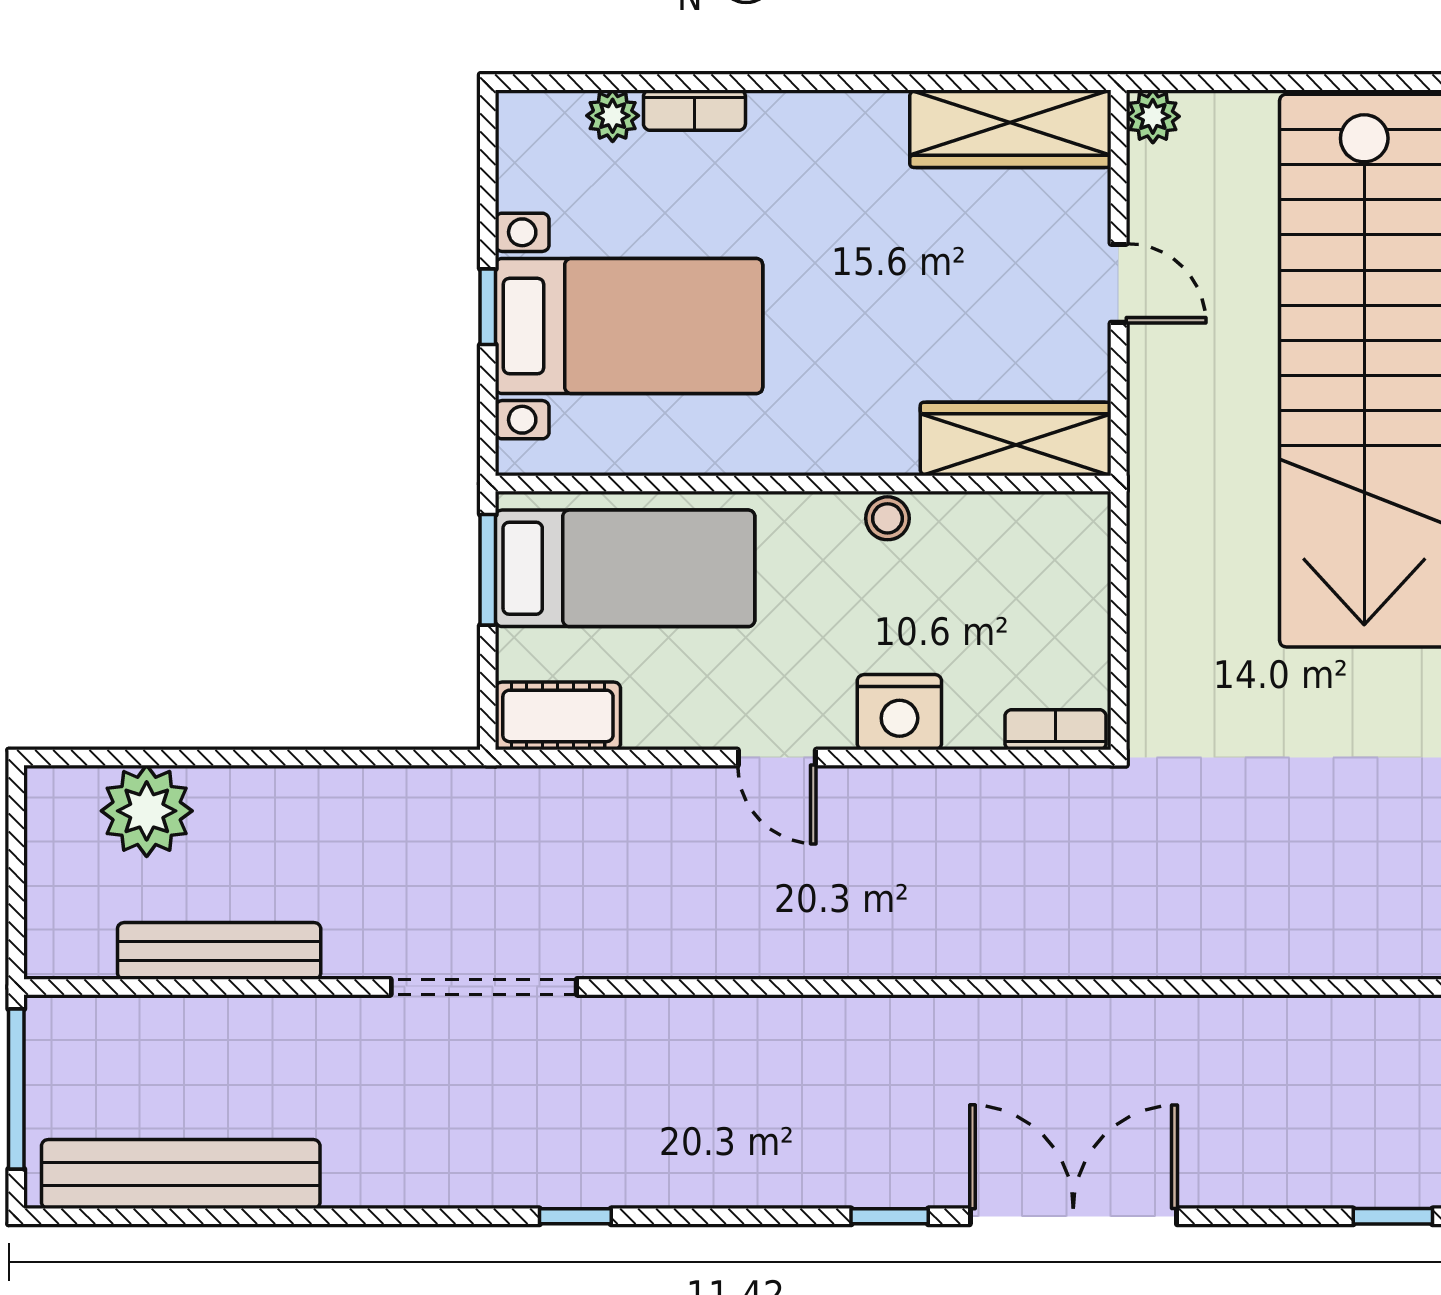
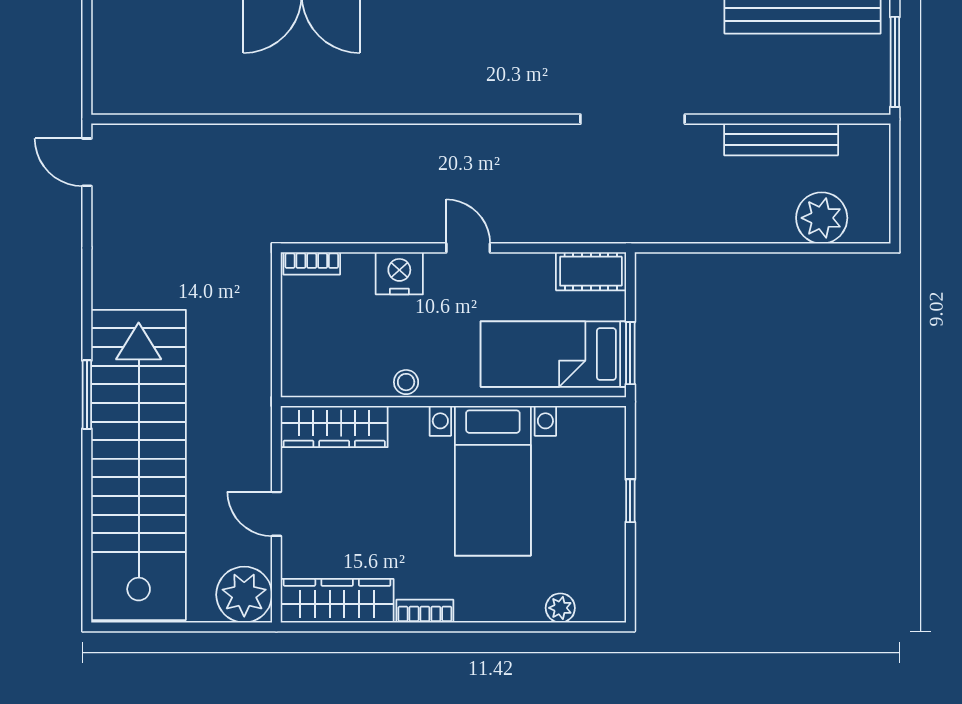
bookcase: (694, 110) -> (425, 611), moved
plant: (1153, 116) -> (244, 595), width x1.87, depth x1.87
bed with nightstands: (629, 326) -> (493, 481), moved, turned -90

